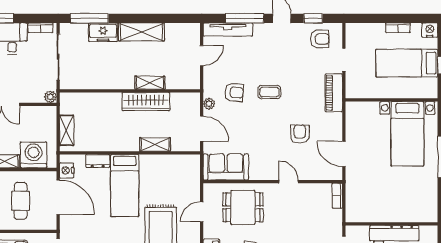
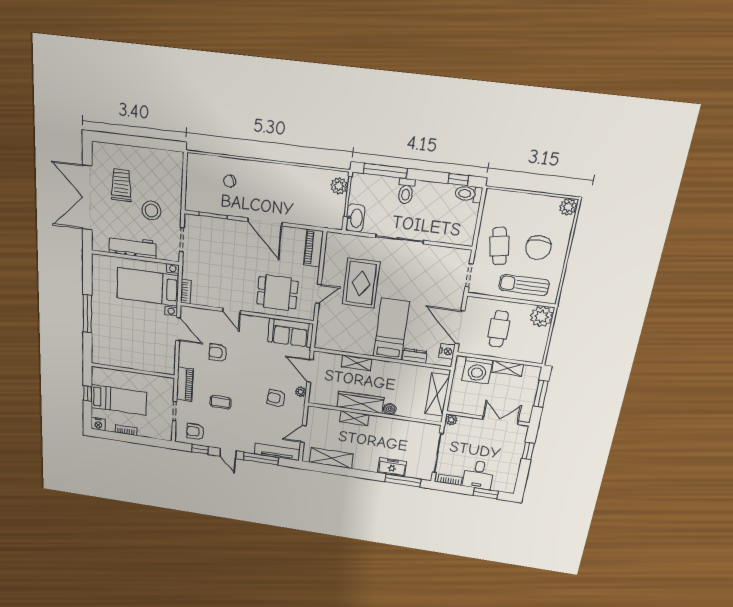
shelving: (141, 32) -> (331, 458), moved
coffee table: (269, 92) -> (221, 402), moved
boiler: (115, 99) -> (390, 409), added
shelving: (67, 130) -> (437, 394), width x1.50, depth x1.33
armchair: (300, 134) -> (218, 353), turned 90
bed with nightstands: (407, 134) -> (148, 287), moved, turned -90

